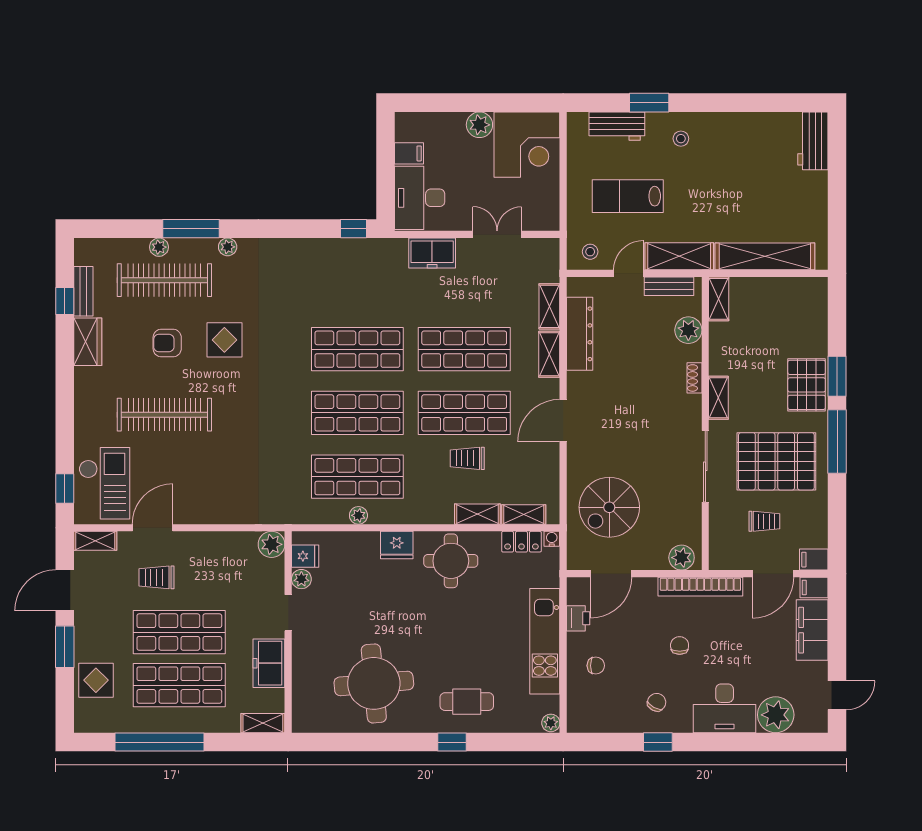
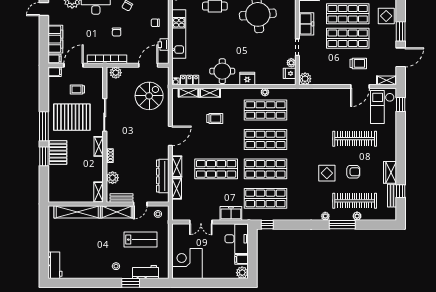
plant: (479, 125) -> (242, 273), moved
shop shelf: (464, 413) -> (265, 198), moved

